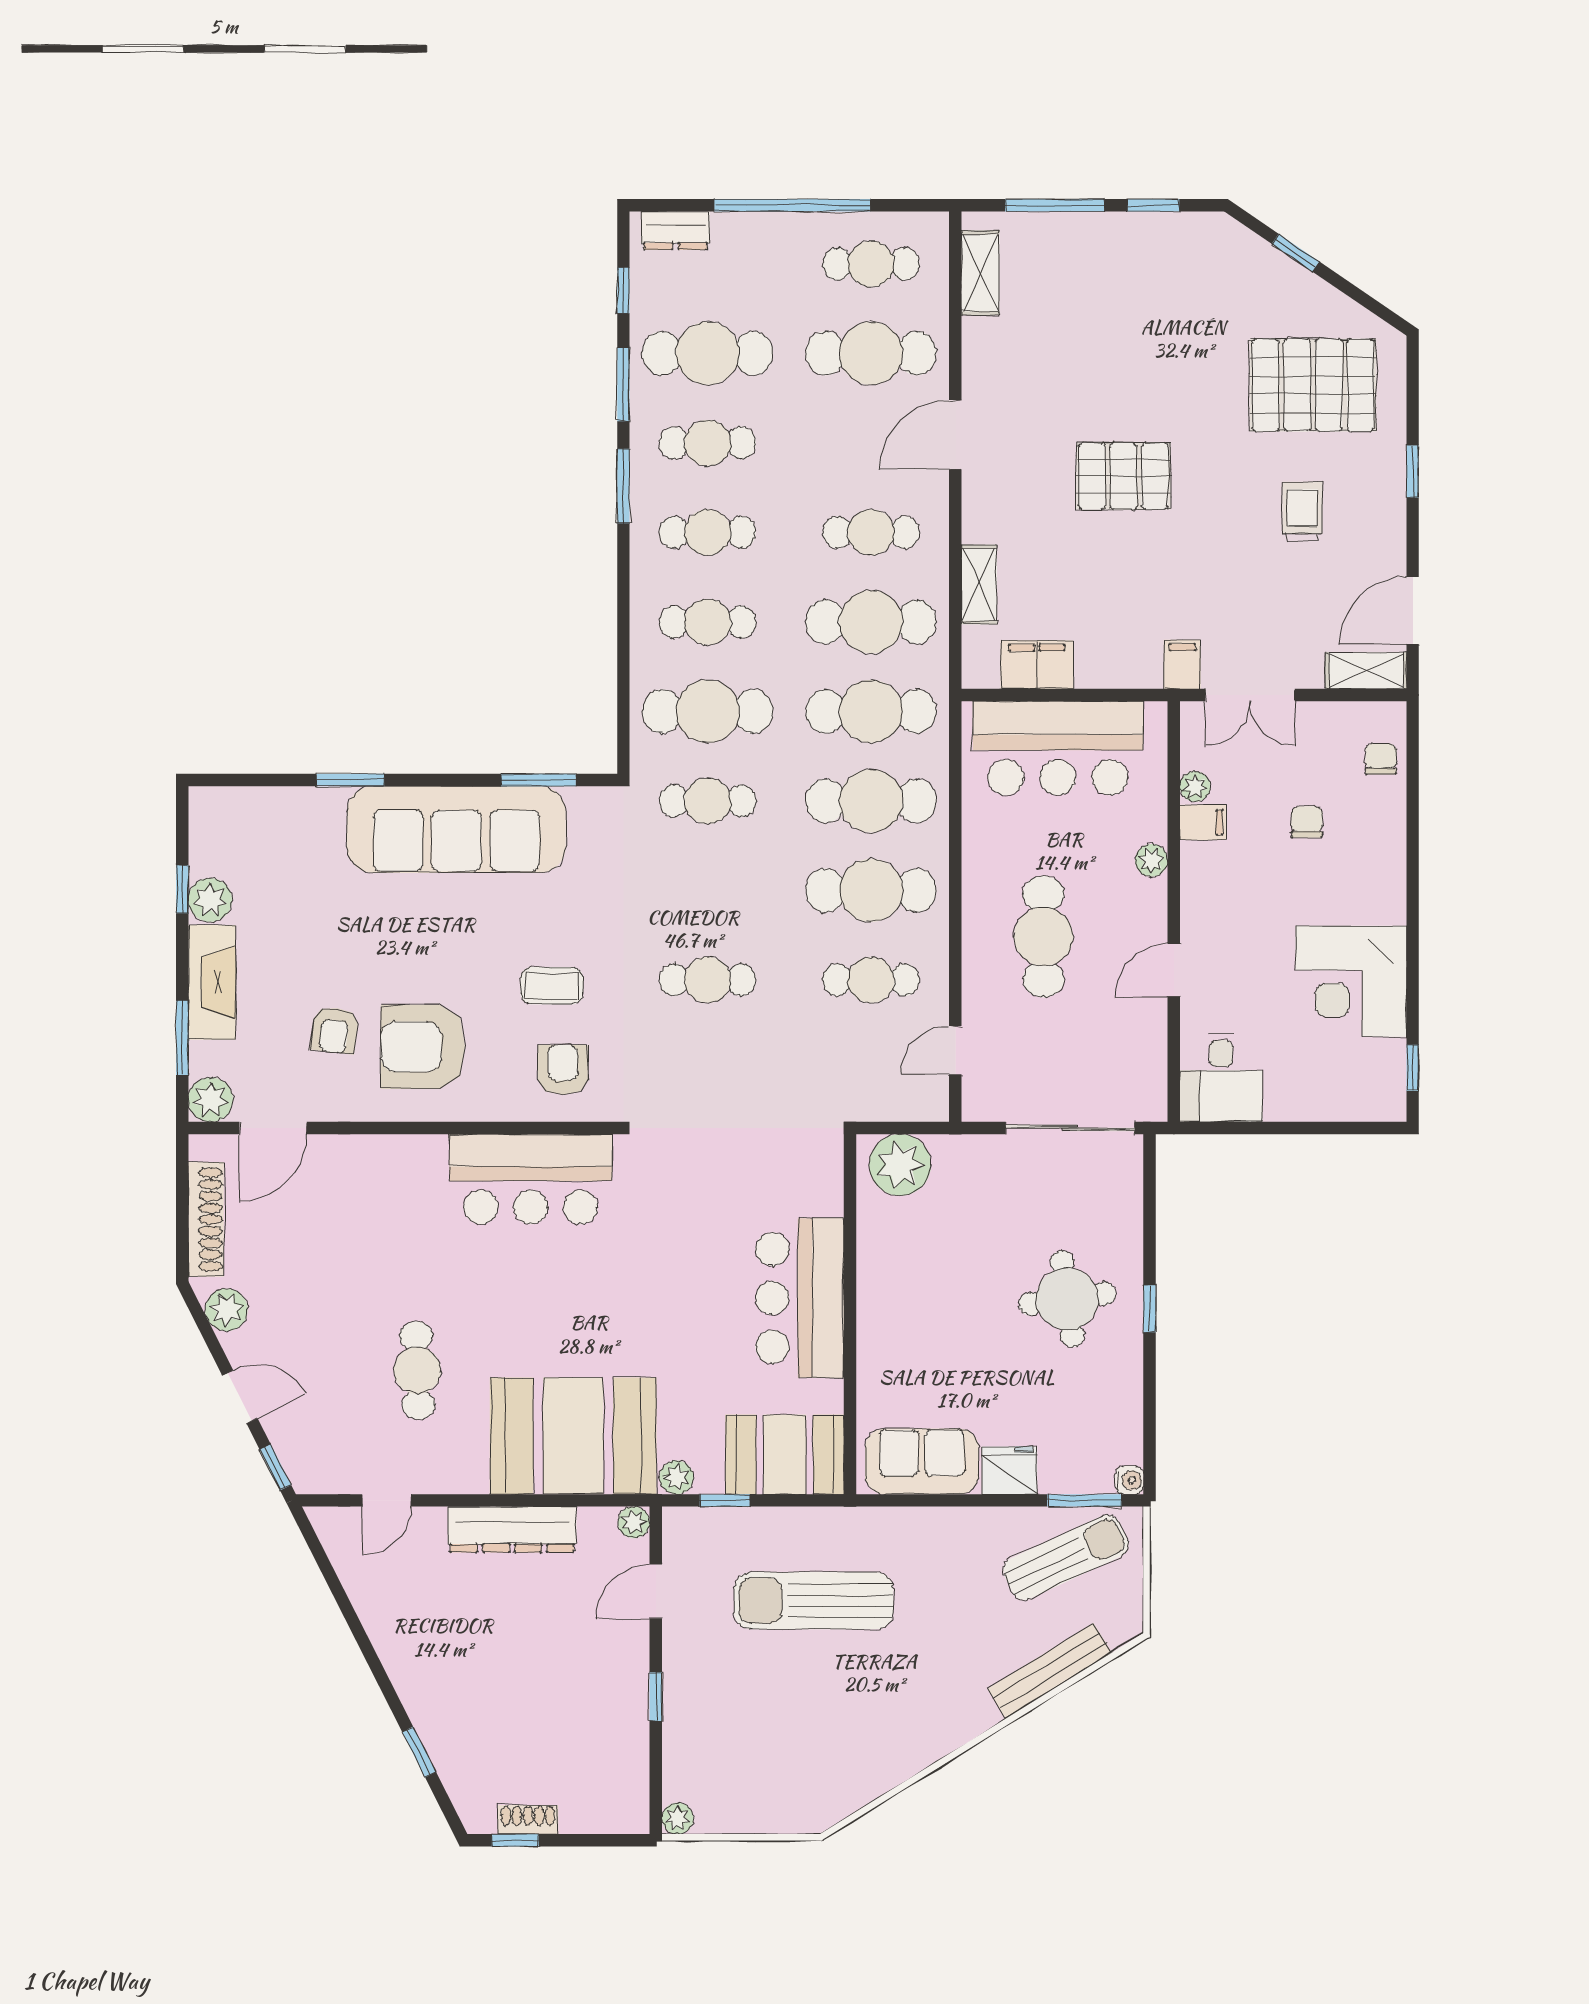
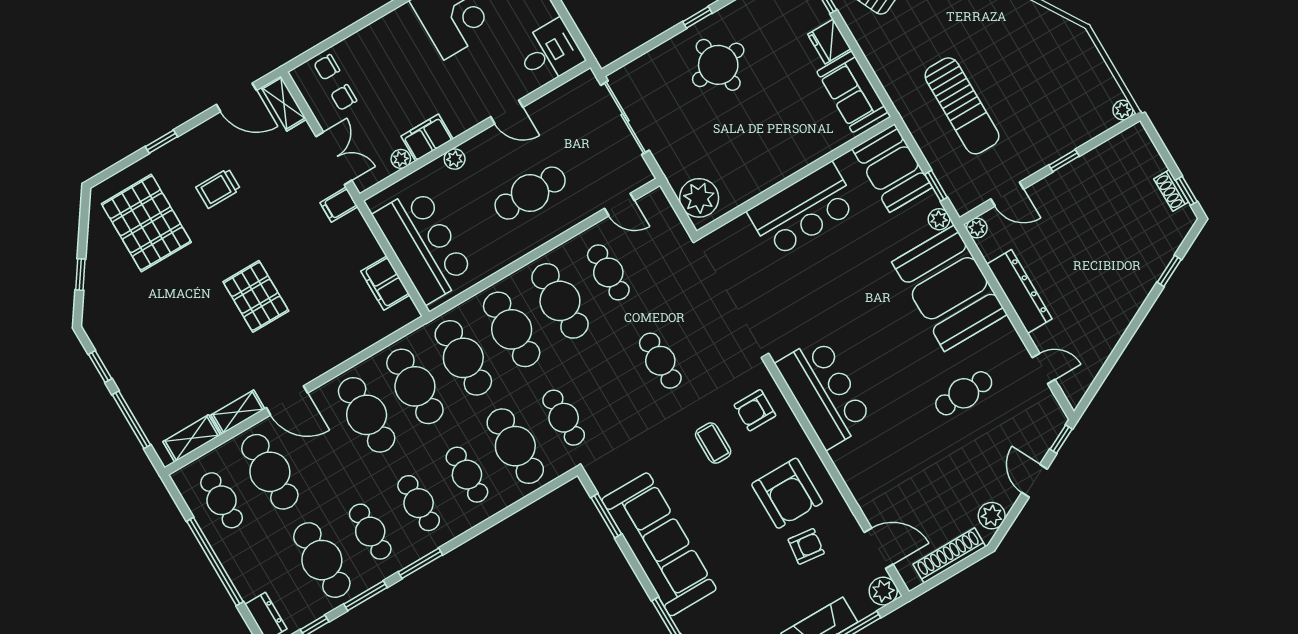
cafe table: (871, 532) -> (367, 415), width x1.37, depth x1.35
shelving: (979, 584) -> (238, 412), moved
filing cabinet: (1203, 822) -> (427, 138), width x2.00
chair: (1307, 822) -> (344, 97), moved

